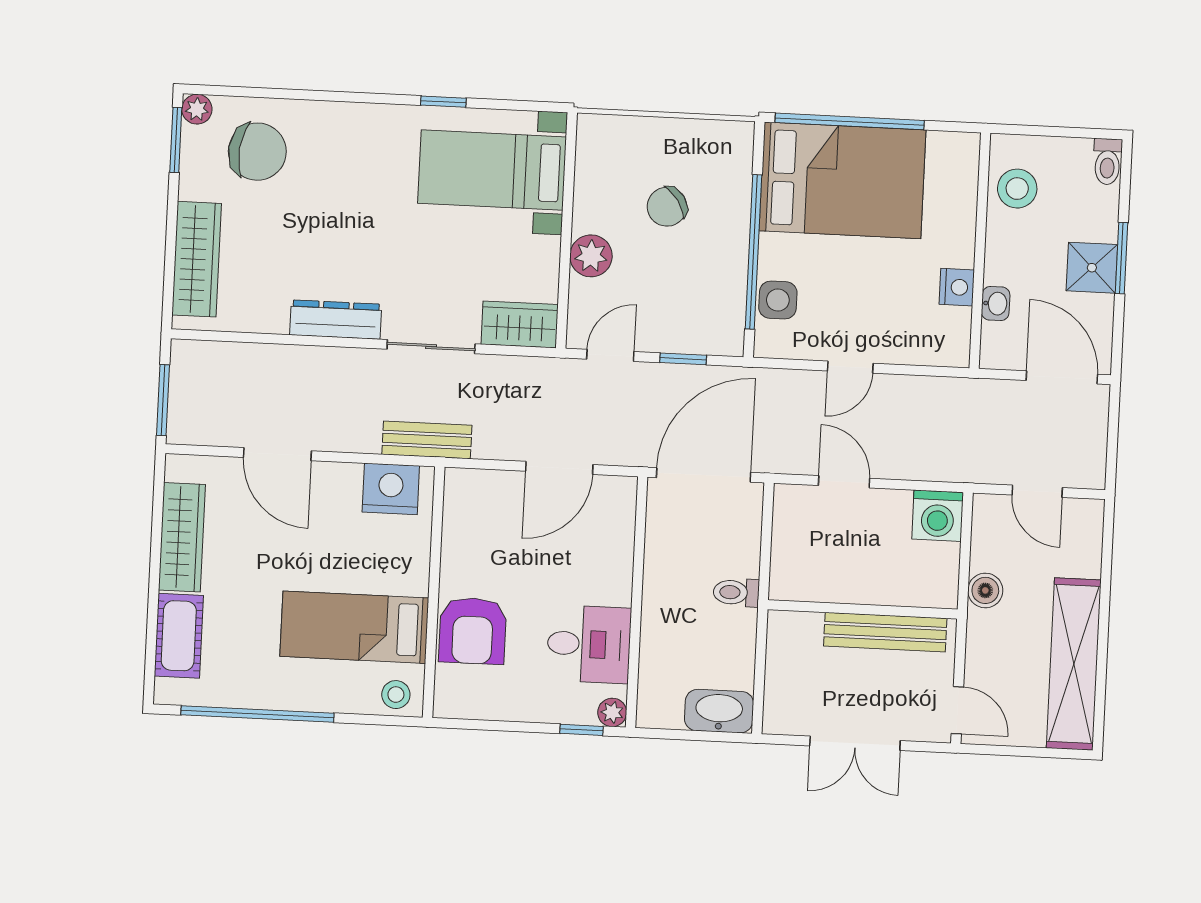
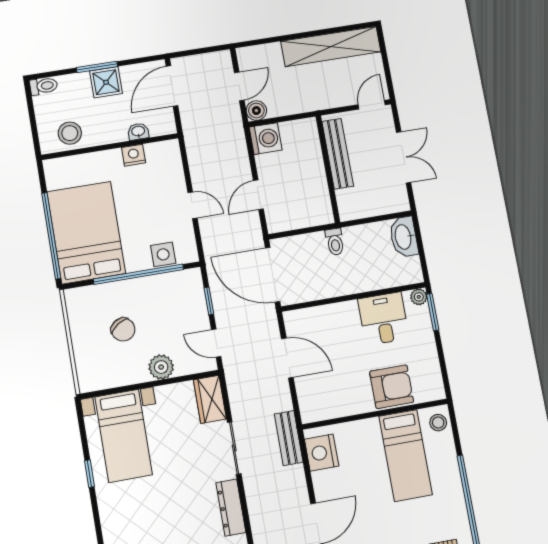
boiler: (985, 590) -> (256, 111), moved
window: (581, 730) -> (433, 312), width x1.50

